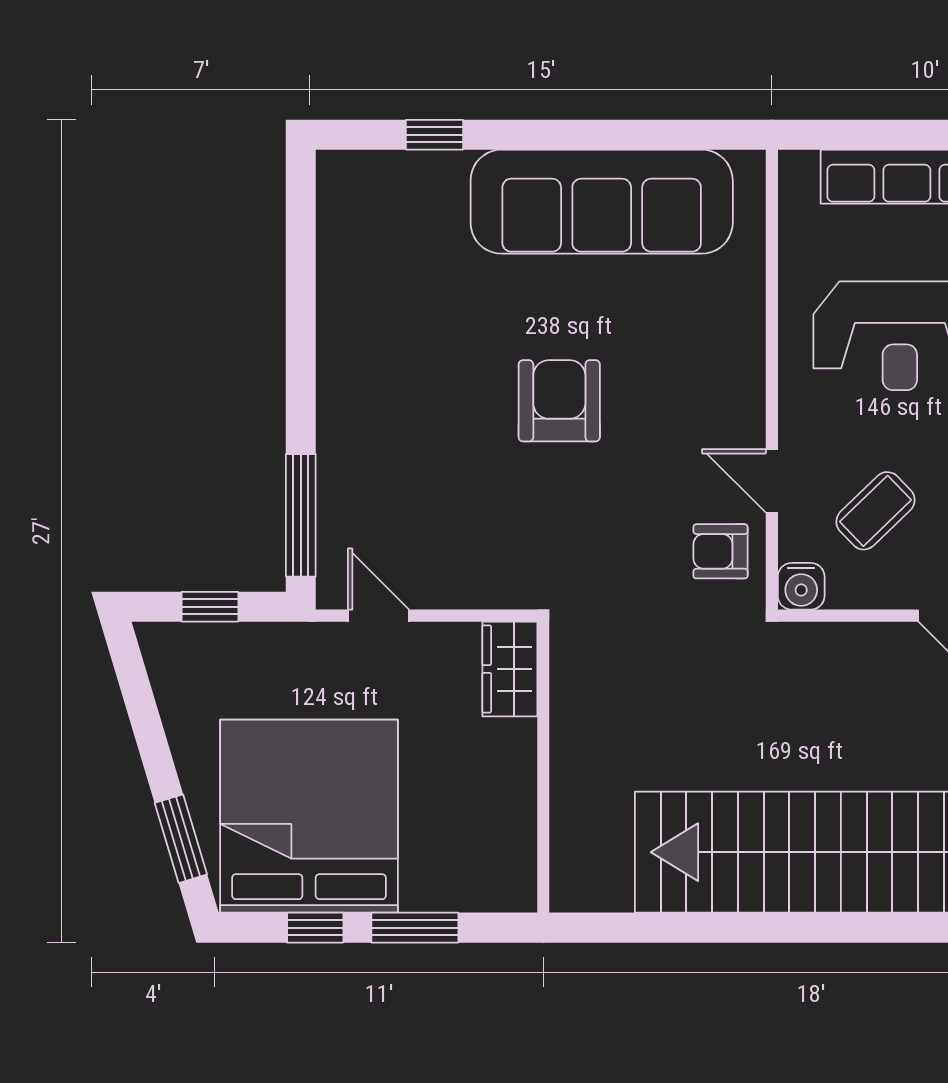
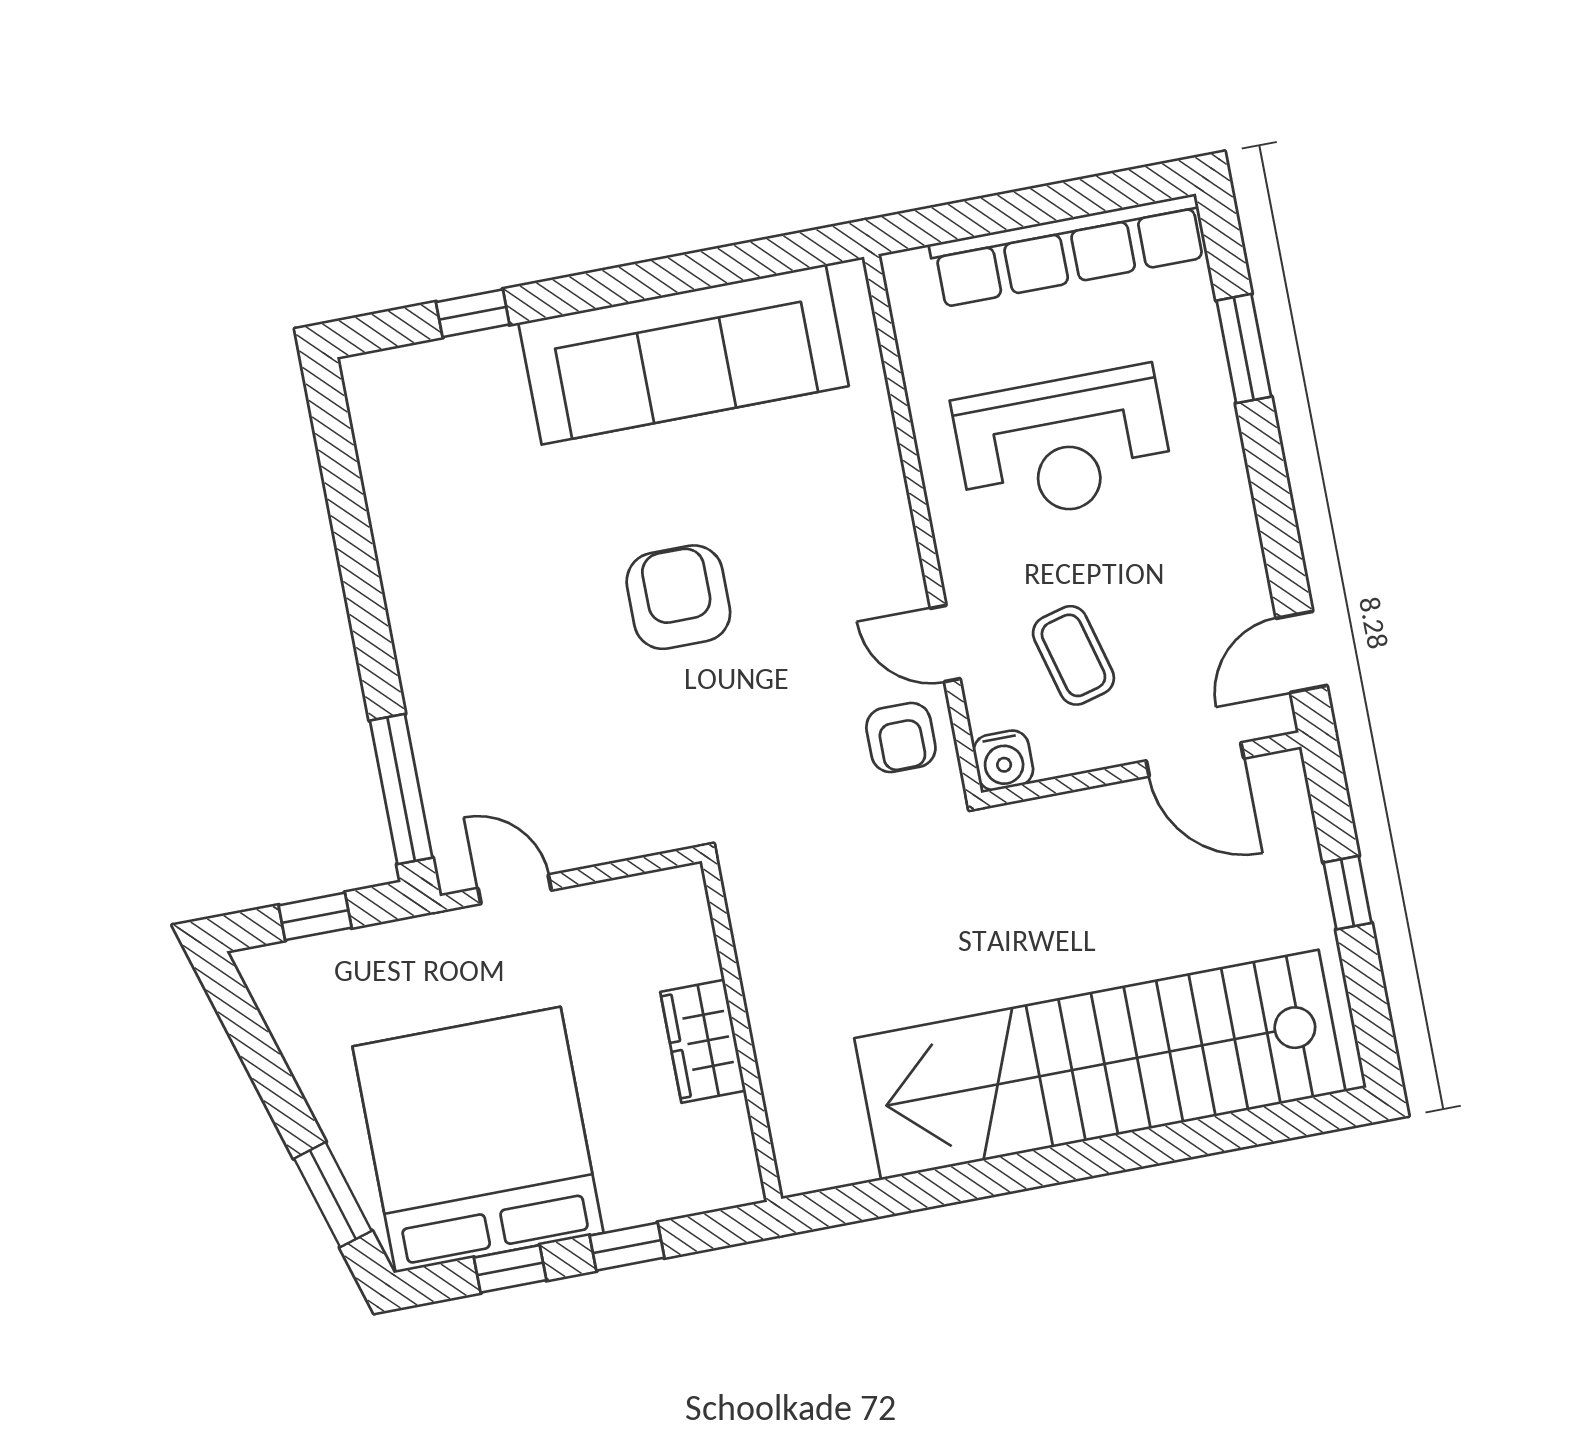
coffee table: (875, 511) -> (1073, 655), turned -61
armchair: (721, 551) -> (901, 738), turned -90
wardrobe: (510, 669) -> (703, 1041), moved
window: (415, 928) -> (627, 1247), width x0.67

